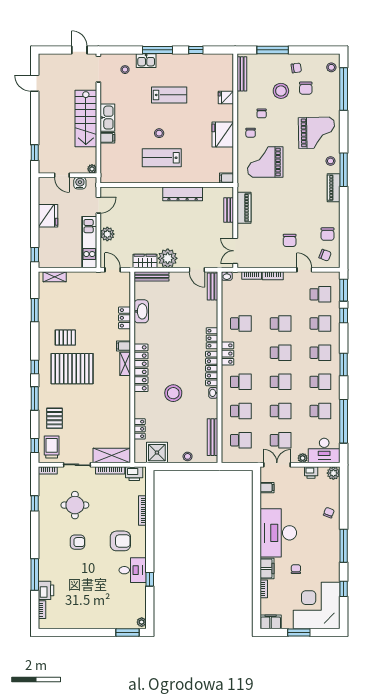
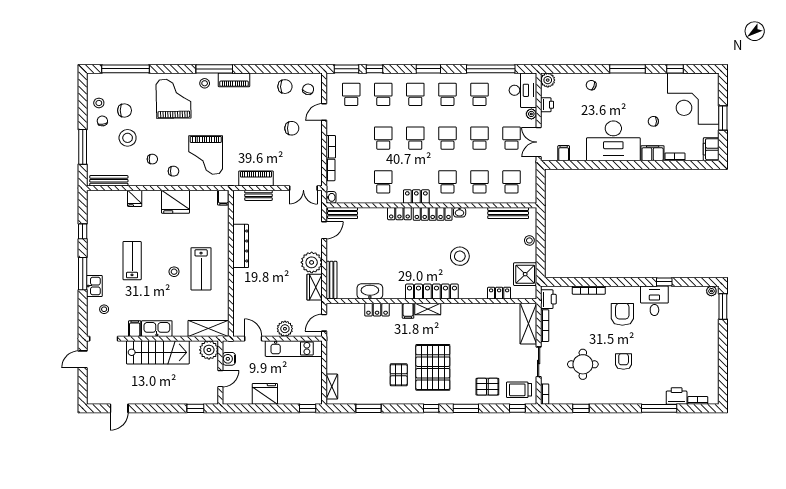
stool: (331, 67) -> (99, 103), moved
filing cabinet: (107, 138) -> (135, 329), moved
shelving: (108, 164) -> (208, 328), added
plant: (92, 169) -> (209, 350), width x1.87, depth x1.87

